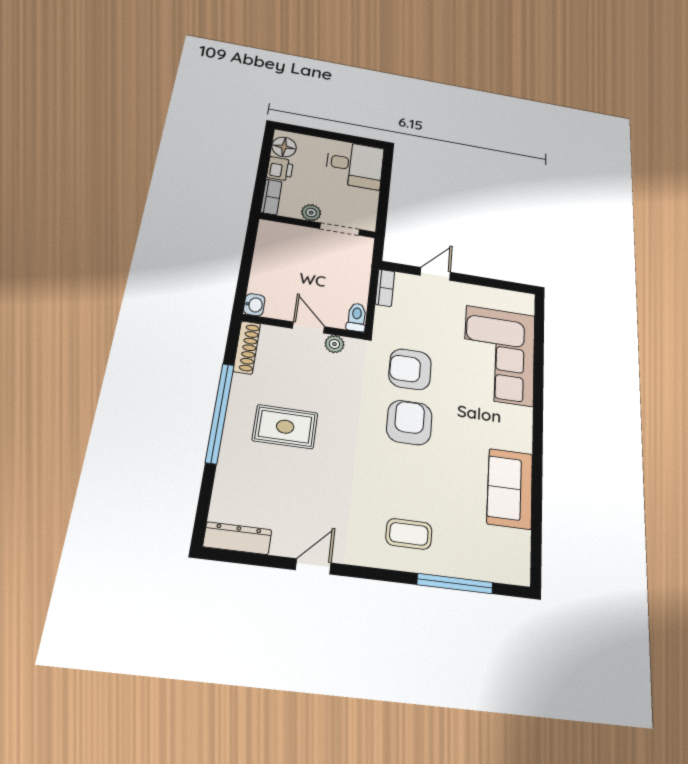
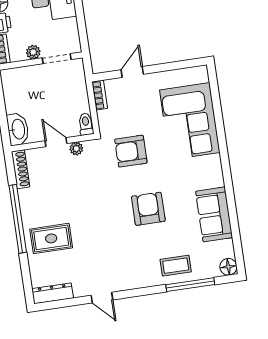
washbasin: (254, 305) -> (18, 129), width x1.91, depth x1.45
armchair: (409, 422) -> (148, 209), moved
rug: (285, 427) -> (51, 238), moved
coffee table: (409, 534) -> (176, 266), moved
door: (313, 566) -> (102, 298), swing flipped
floor lamp: (518, 572) -> (228, 267), added

